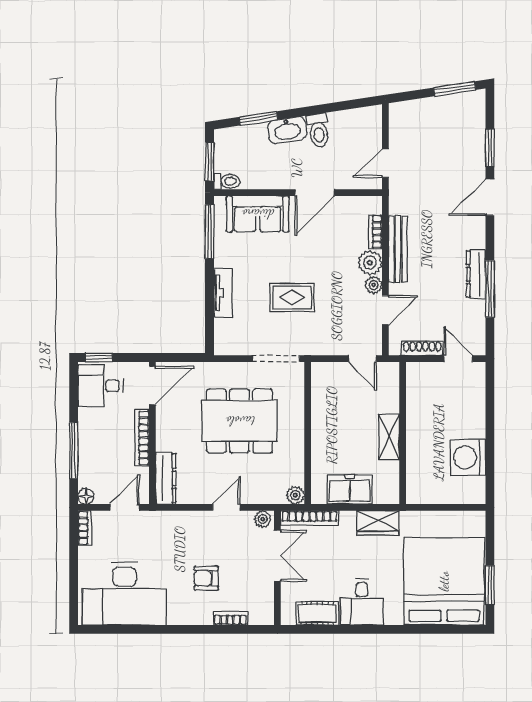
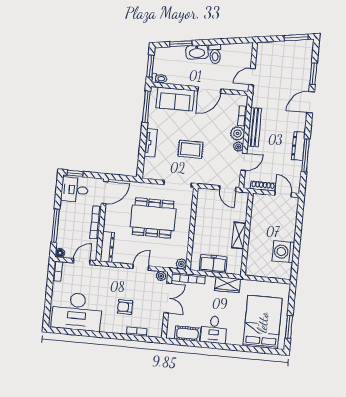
bed: (444, 581) -> (263, 322), width x0.73

